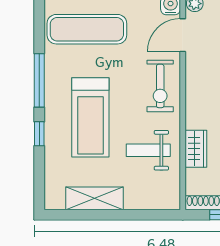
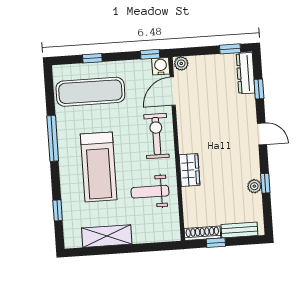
exercise bike: (160, 86) -> (156, 136), turned 180
window: (39, 134) -> (58, 210), moved
wardrobe: (196, 149) -> (189, 170), moved

